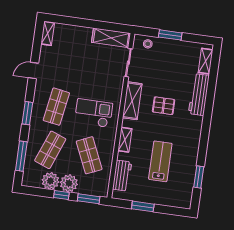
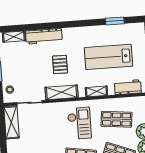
checkout: (94, 113) -> (79, 123), turned 180
shop shelf: (89, 155) -> (116, 119), turned 30
lab bench: (160, 161) -> (108, 57), width x1.36, depth x1.39

